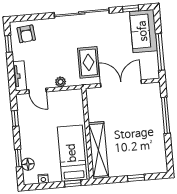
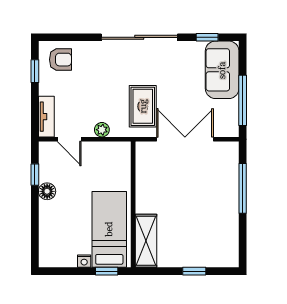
armchair: (26, 34) -> (60, 60), turned -84
shelving: (99, 150) -> (146, 241), width x0.68
window: (18, 158) -> (35, 230), removed
floor lamp: (28, 164) -> (47, 191), moved
nightstand: (43, 179) -> (84, 261), moved

